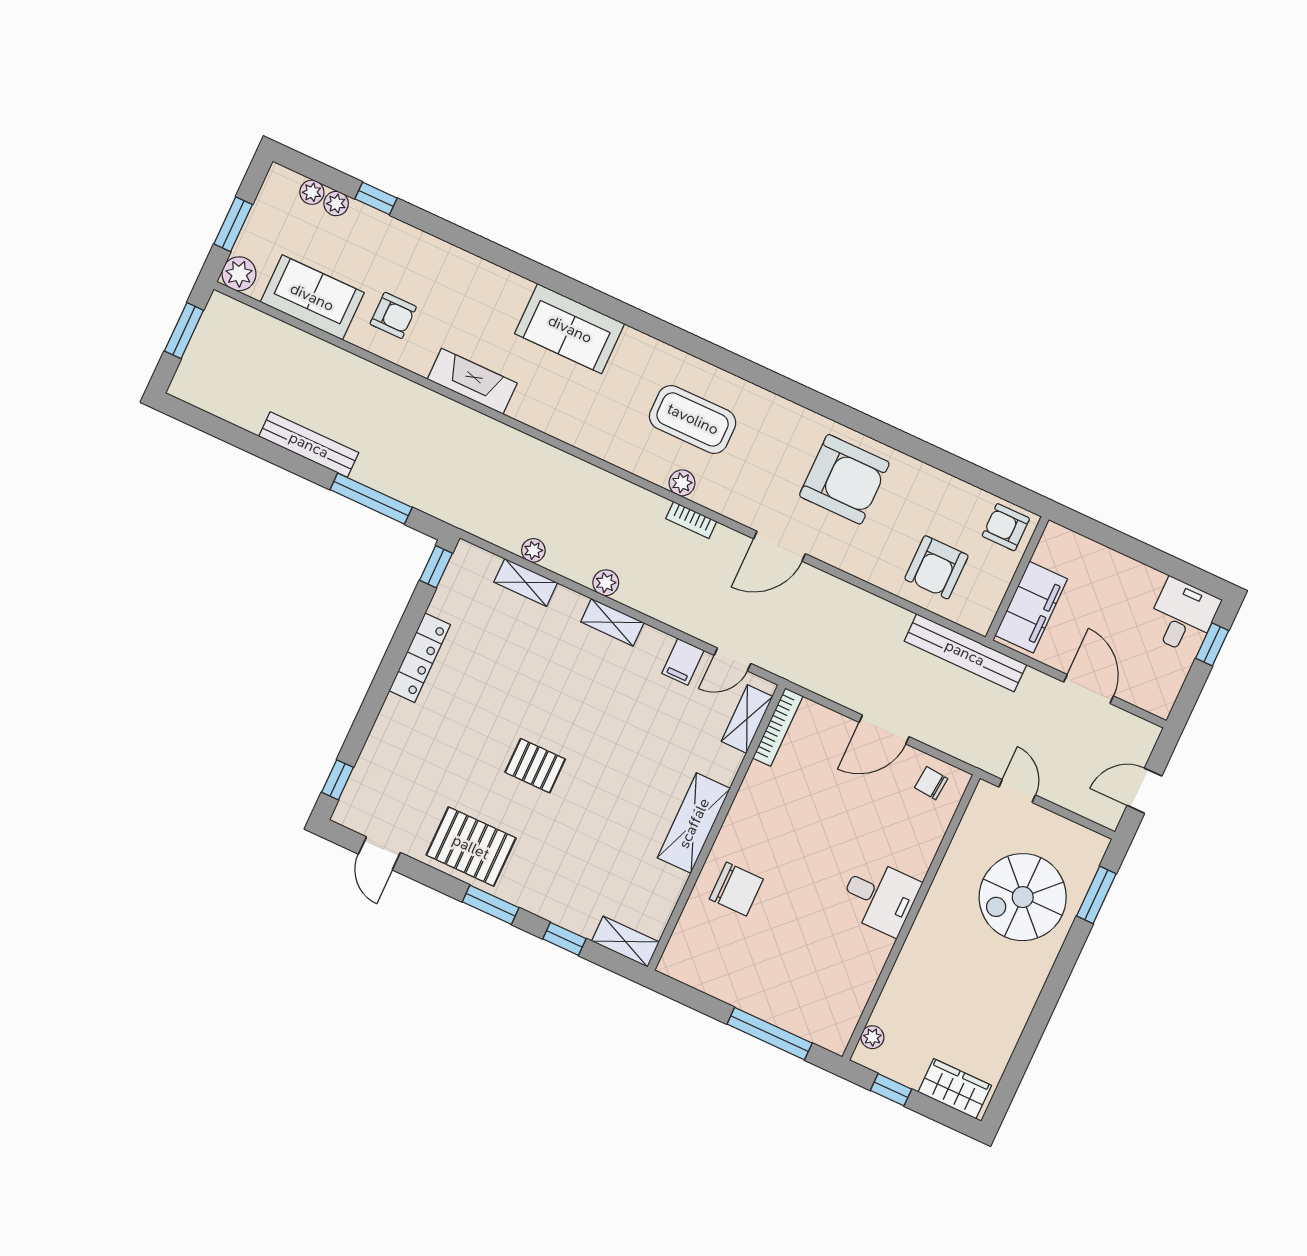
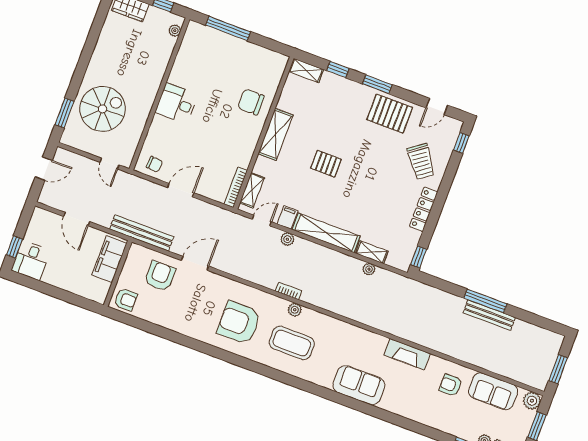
armchair: (844, 479) -> (239, 323), moved
window: (371, 499) -> (485, 301), moved
door: (780, 546) -> (195, 263), moved
plant: (606, 583) -> (287, 239), moved
shelving: (612, 622) -> (326, 233), width x2.20, depth x1.33
trolley: (418, 750) -> (421, 162), added
pallet: (535, 766) -> (326, 164), moved
door: (379, 853) -> (437, 107), swing flipped

